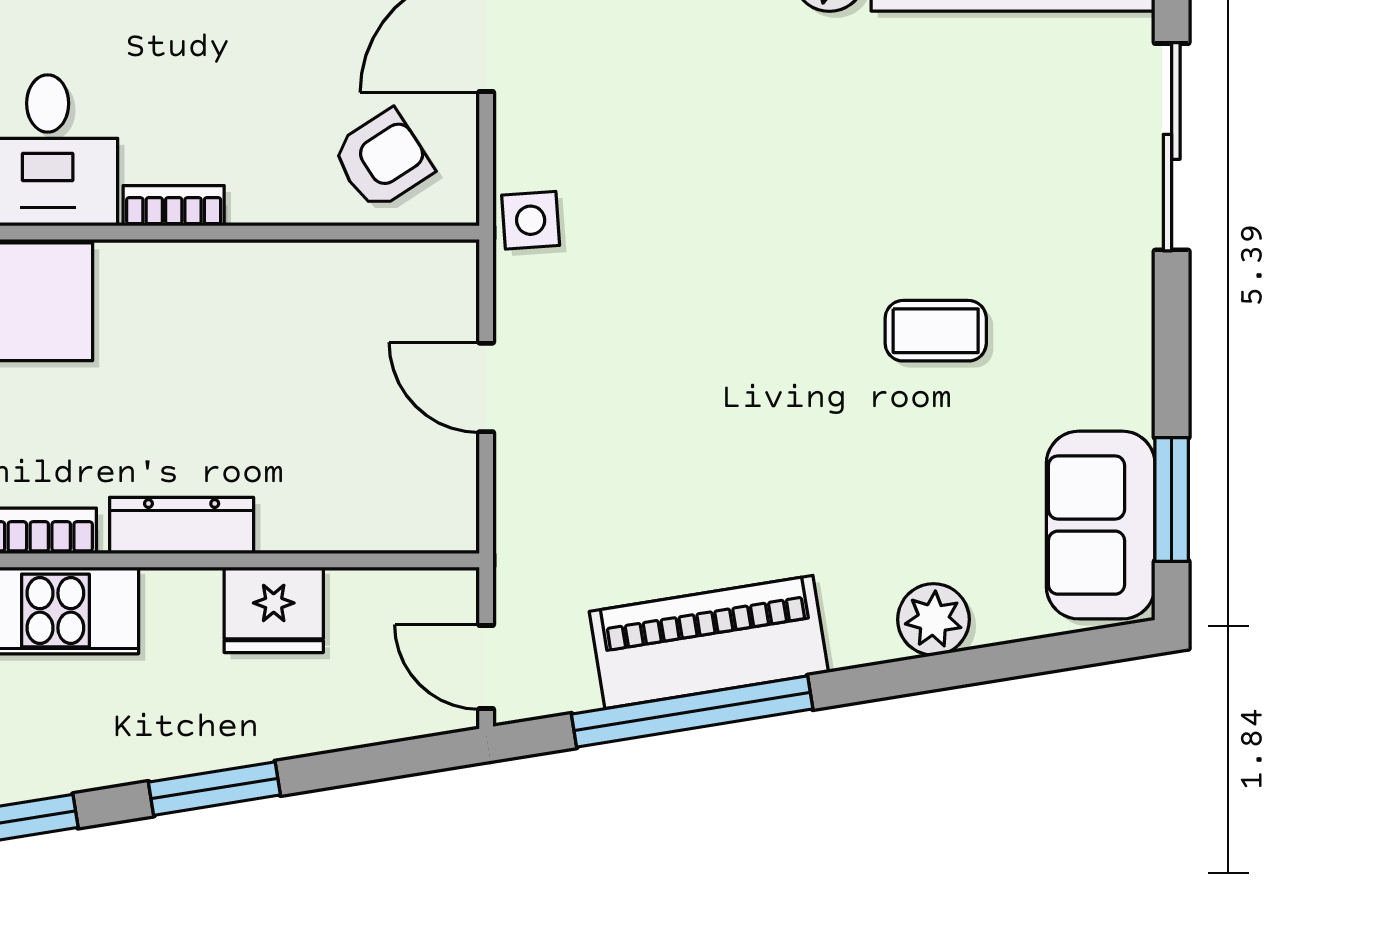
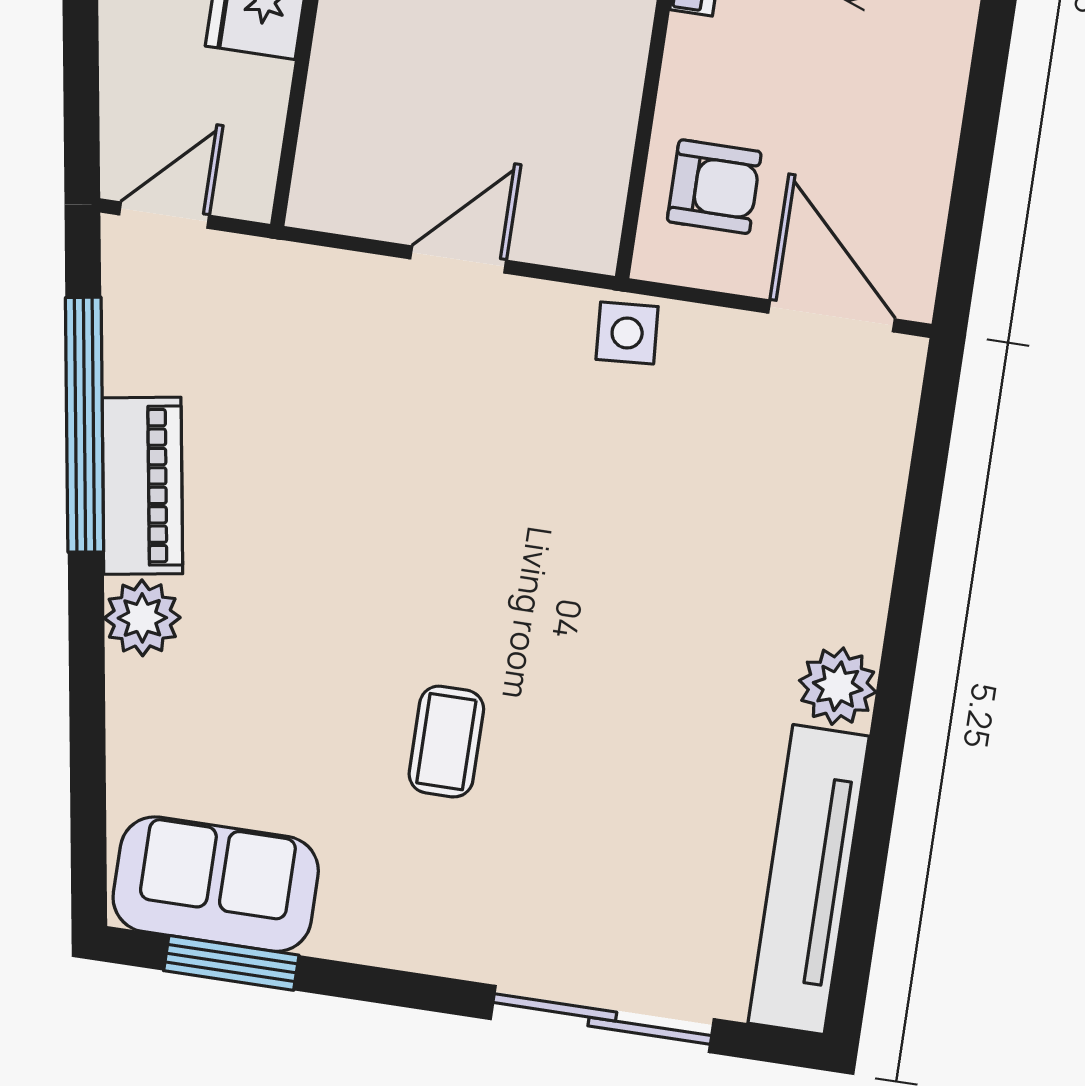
armchair: (382, 160) -> (714, 187), turned -57
plant: (933, 619) -> (142, 618), moved
piano: (709, 642) -> (142, 486), width x0.73, depth x0.75

